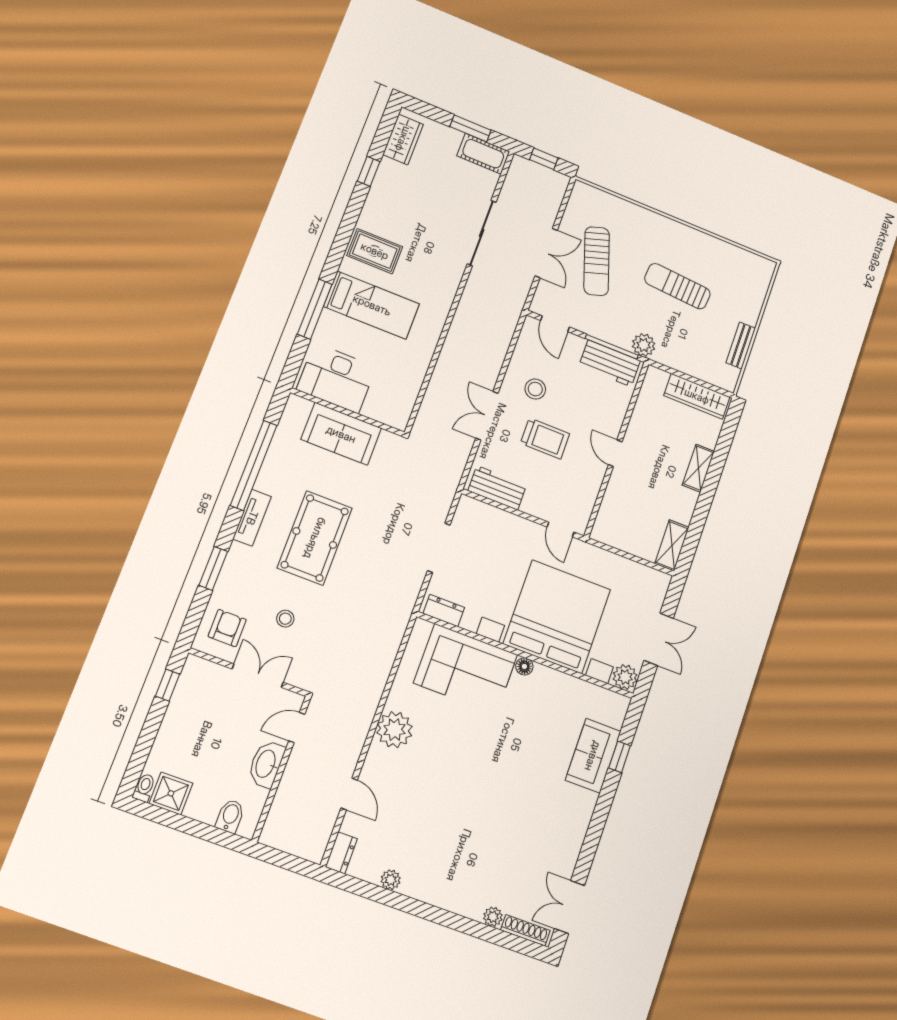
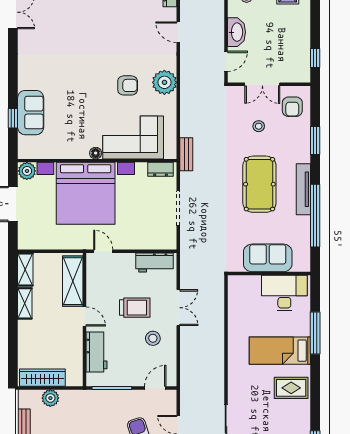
door: (555, 324) -> (155, 388), hinge flipped
plant: (644, 345) -> (50, 398), moved
workbench: (610, 363) -> (96, 352), moved, turned 90
trolley: (545, 439) -> (135, 308), turned 180
shelving: (698, 468) -> (25, 303), moved
shelving: (615, 506) -> (73, 281), added
tv unit: (252, 518) -> (303, 189), width x1.41
bench: (401, 618) -> (186, 154), added
armchair: (447, 744) -> (128, 85), added

